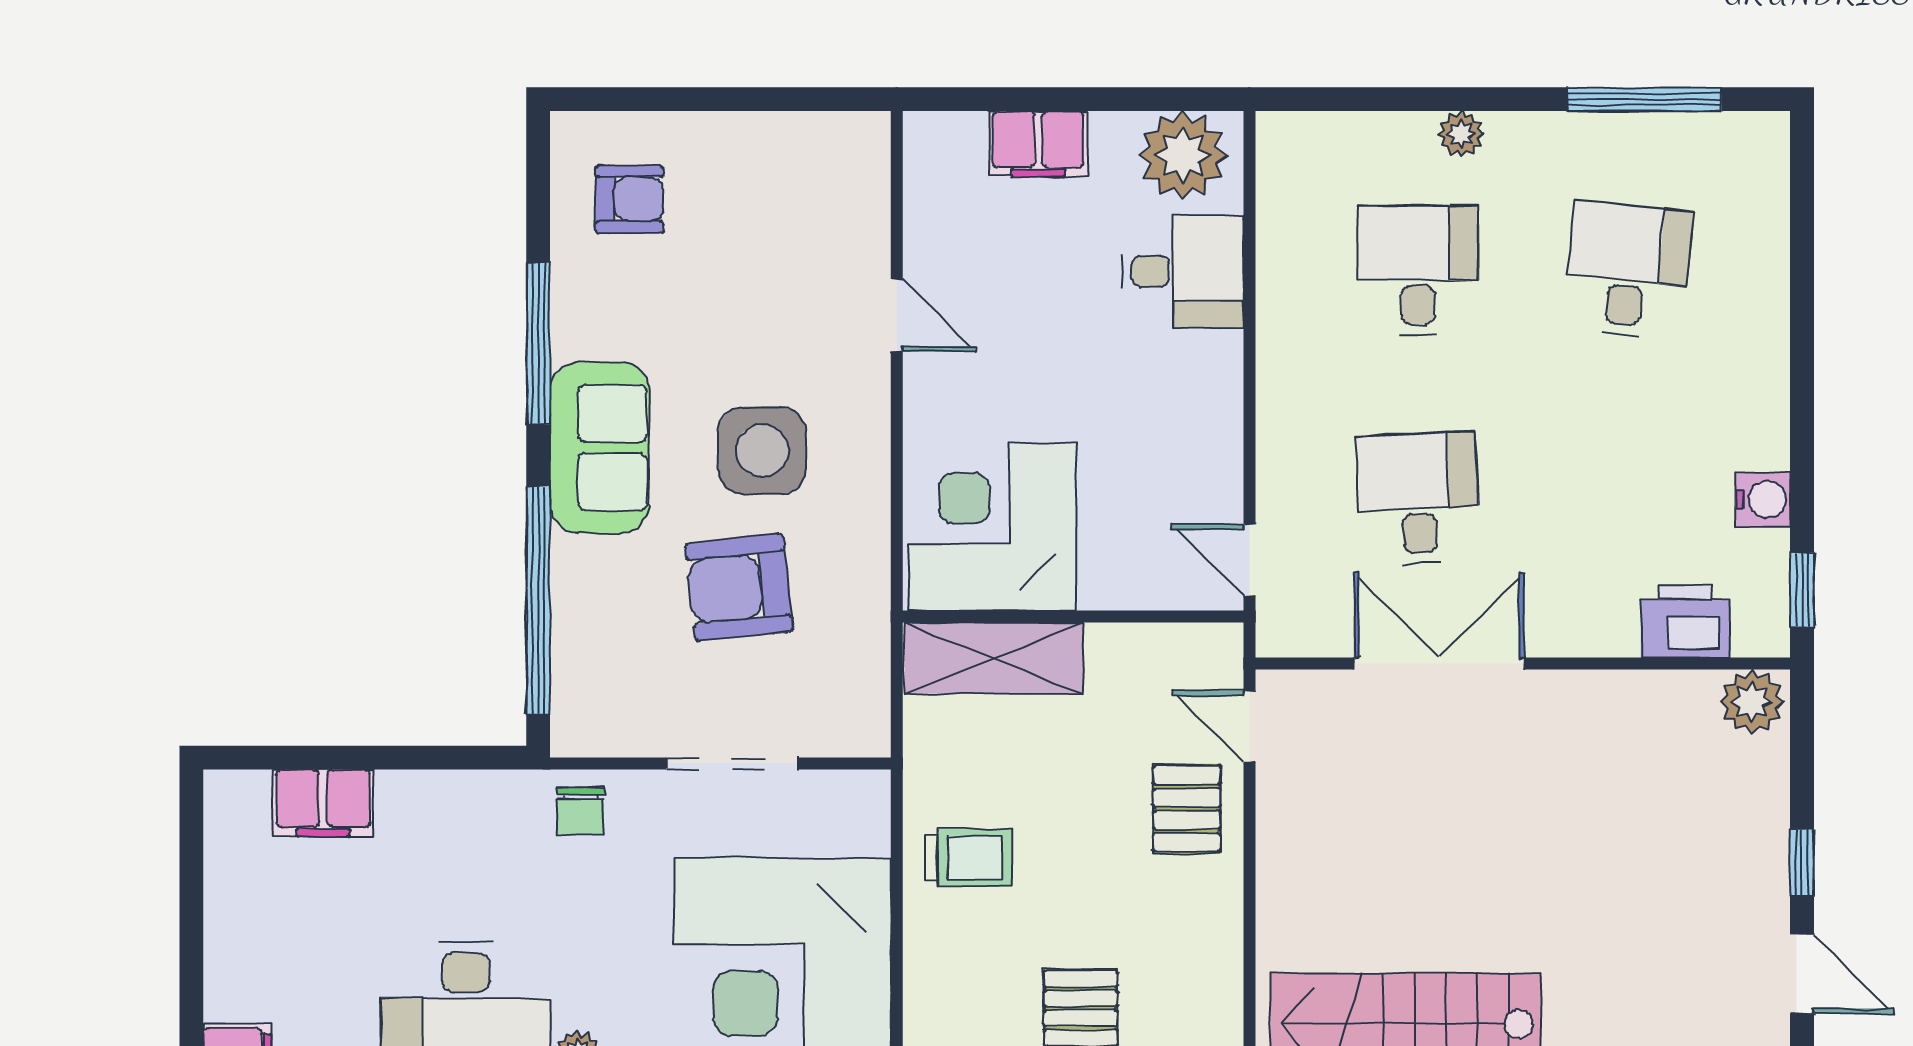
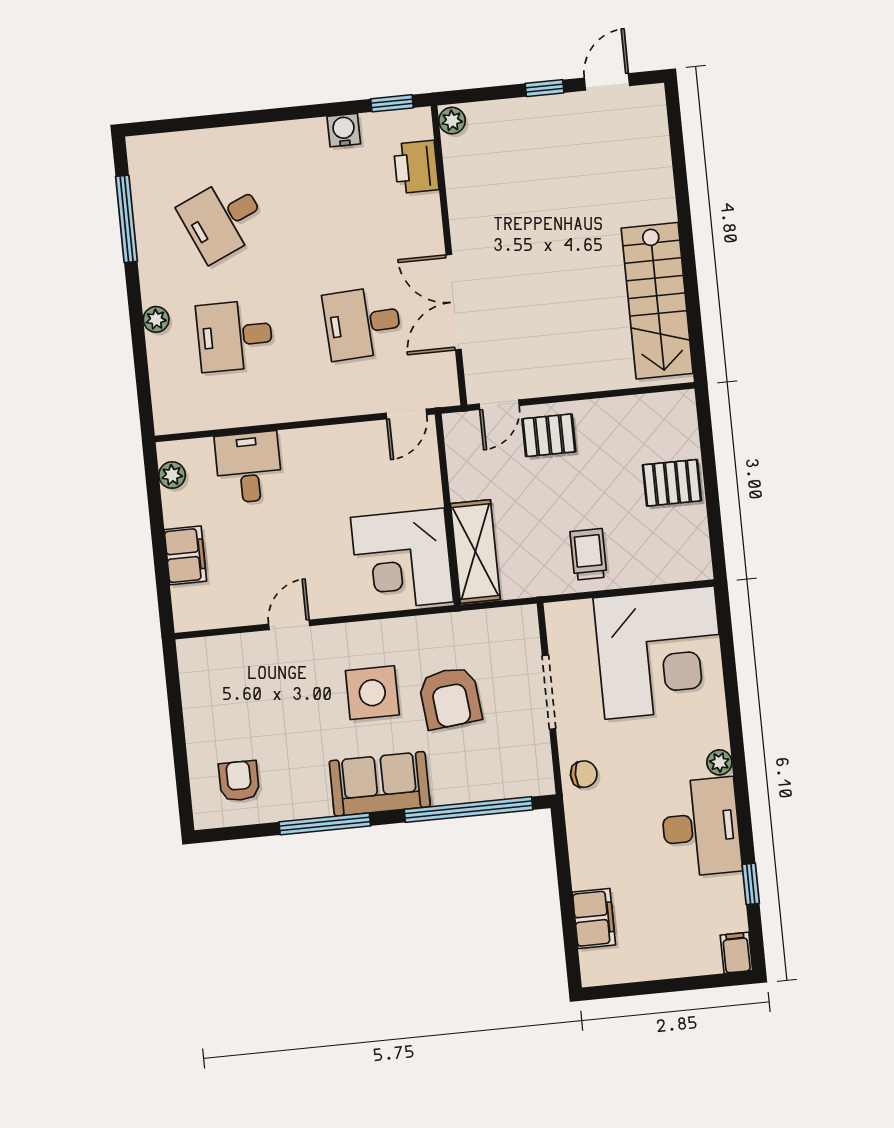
plant: (1183, 155) -> (172, 475), width x0.53, depth x0.53
desk: (1627, 270) -> (223, 219), turned -30
plant: (1752, 702) -> (452, 121), width x0.73, depth x0.73

